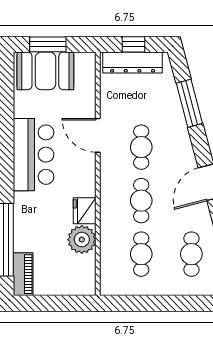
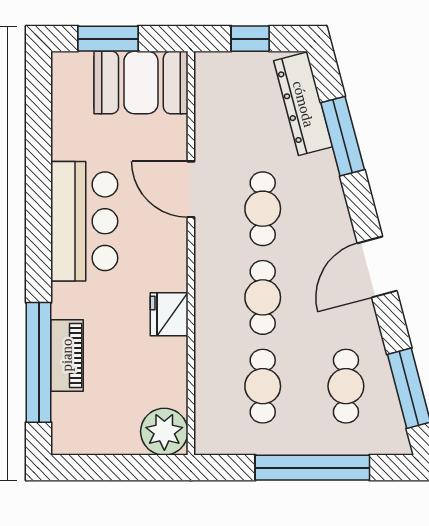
dresser: (133, 62) -> (303, 104), moved, turned 75
booth: (45, 71) -> (141, 82), moved
plant: (82, 240) -> (164, 432), moved
piano: (23, 274) -> (67, 355), moved
window: (171, 303) -> (312, 468), added

